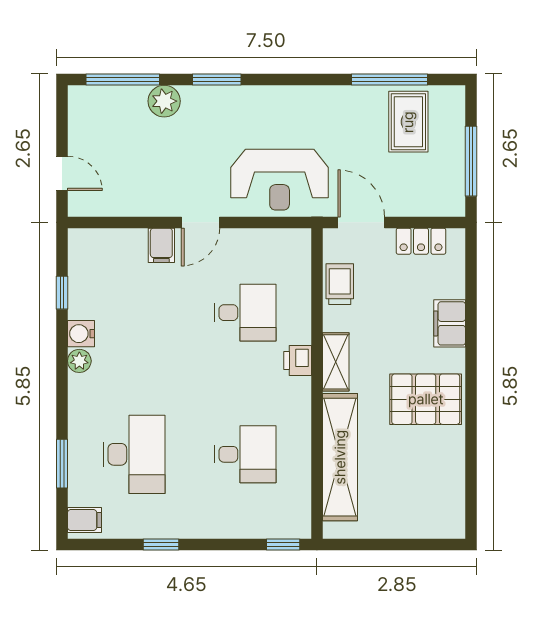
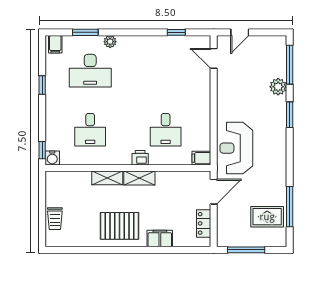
door: (200, 222) -> (214, 58), moved
filing cabinet: (161, 245) -> (201, 158), moved
trolley: (340, 284) -> (55, 219), moved, turned 90
water cooler: (81, 334) -> (52, 158), moved, turned 180
plant: (79, 361) -> (110, 42), moved
pallet: (426, 399) -> (119, 226), turned 90
shelving: (340, 457) -> (107, 178), width x0.45, depth x0.75

